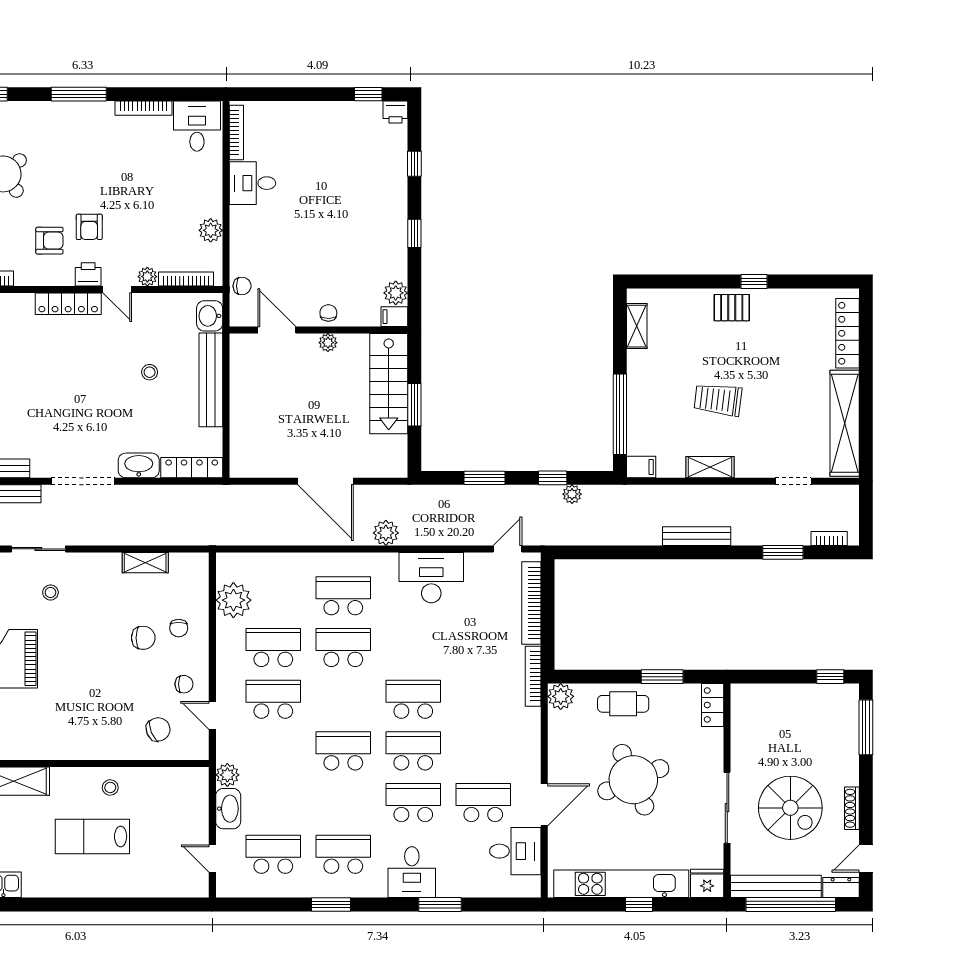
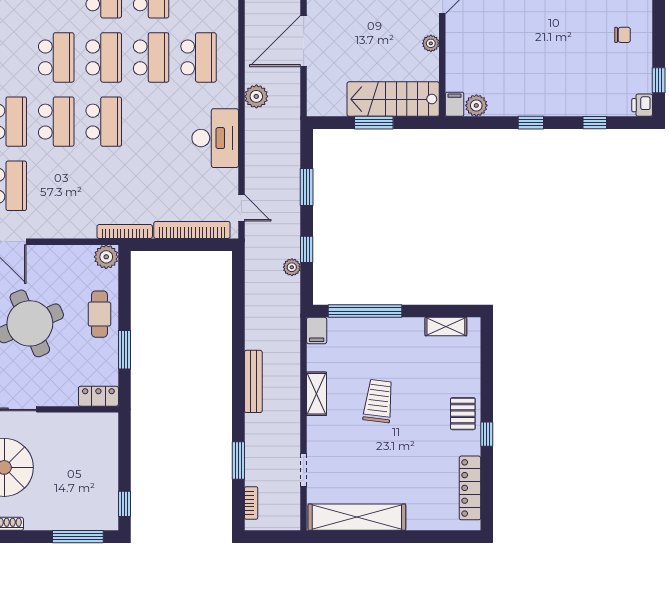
chair: (328, 313) -> (622, 35), moved
locker: (848, 333) -> (470, 488), moved, turned -90
school desk: (343, 699) -> (104, 57), added

